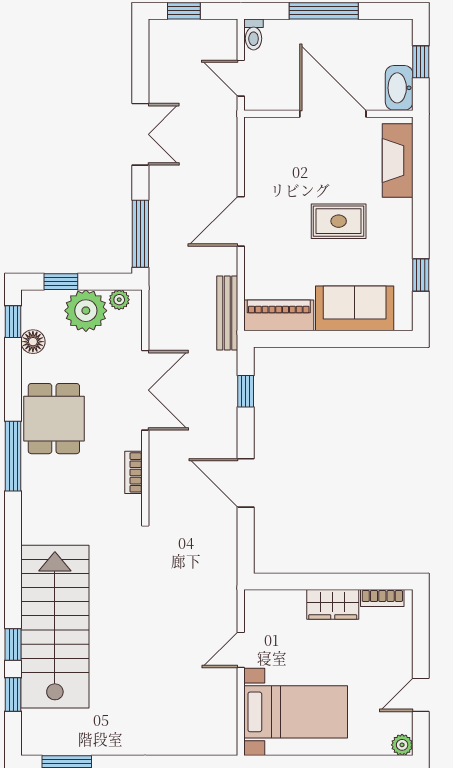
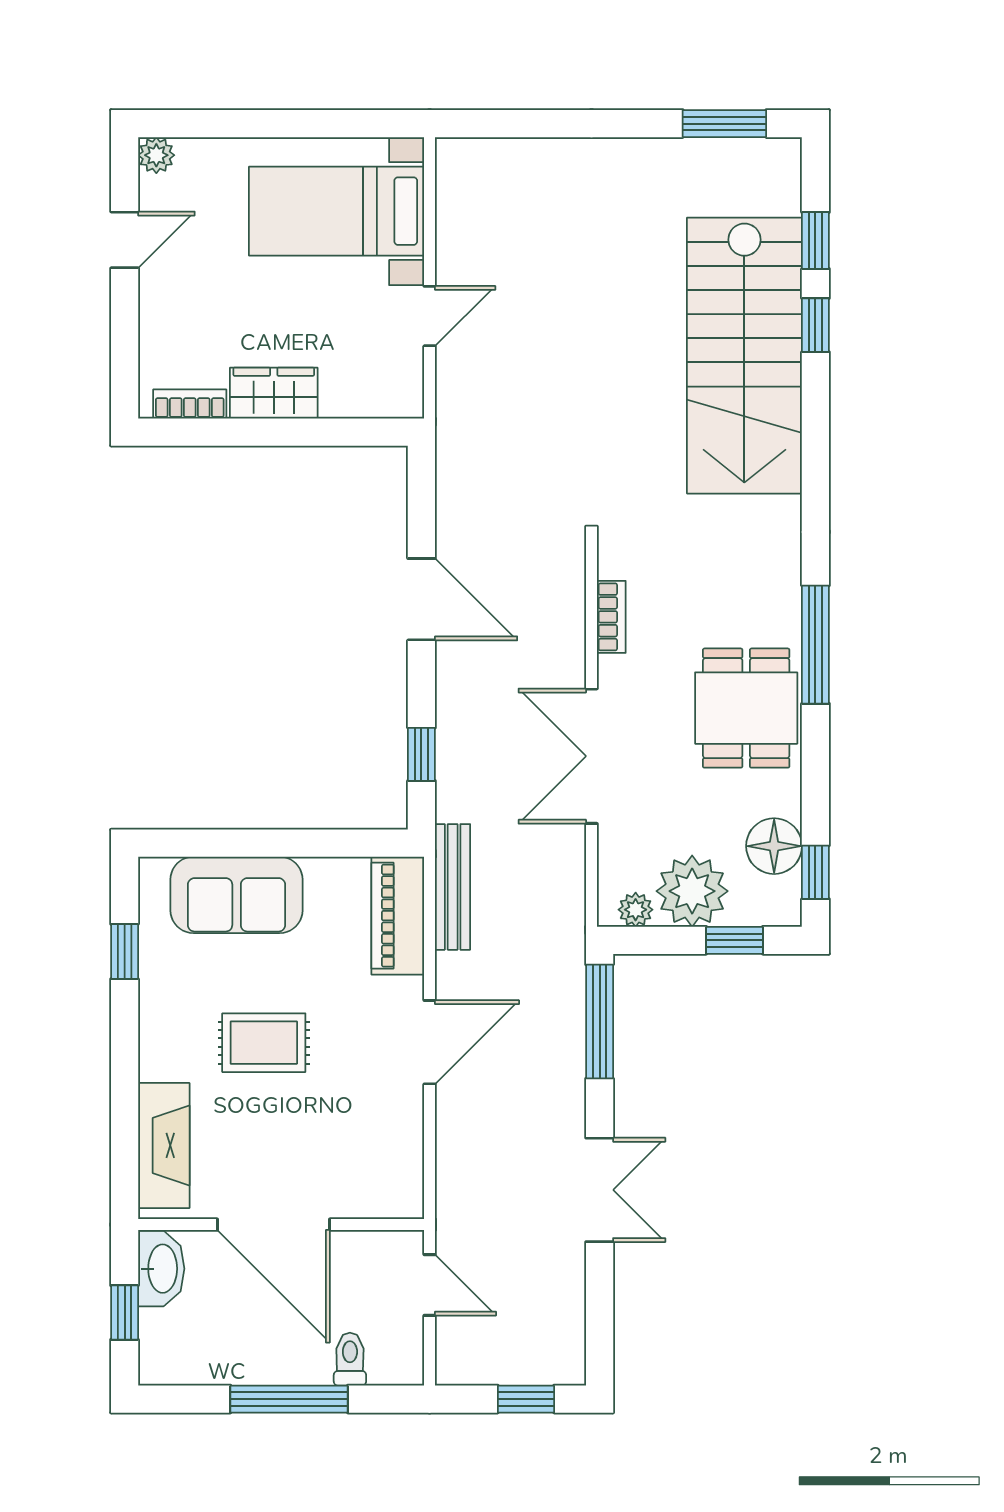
toilet: (254, 34) -> (350, 1359), moved
double door: (140, 134) -> (600, 1190), swing flipped
piano: (279, 315) -> (398, 916), moved, turned 90
floor lamp: (33, 342) -> (774, 846), width x1.38, depth x1.38

